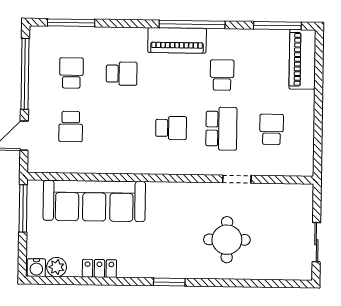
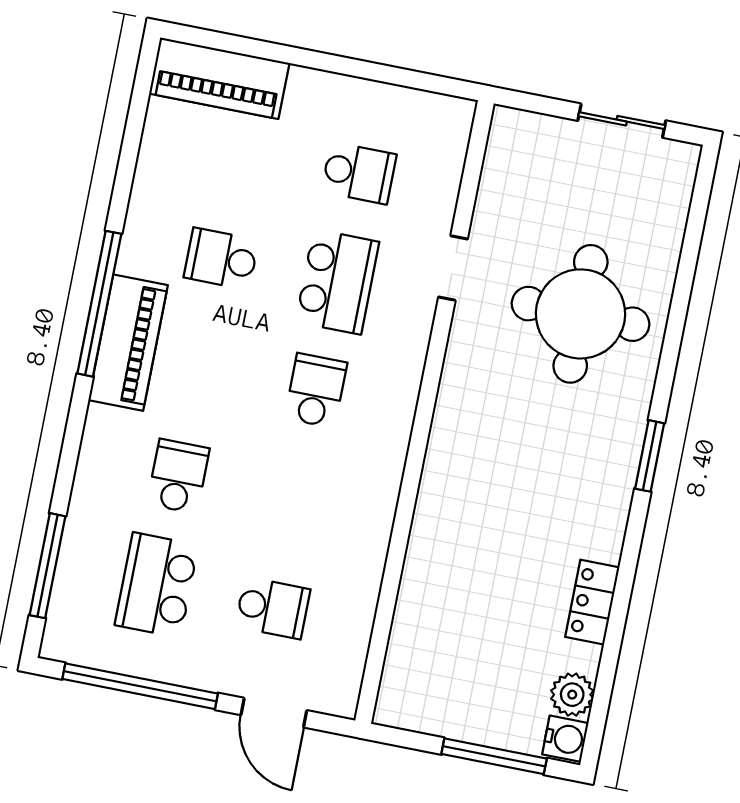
window: (277, 26) -> (136, 119), removed
school desk: (71, 73) -> (157, 585), width x1.85
school desk: (221, 129) -> (337, 282), turned 90
school desk: (272, 129) -> (359, 173), turned 180
sofa: (94, 201) -> (444, 586), removed
window: (23, 208) -> (494, 756), moved
round table: (227, 240) -> (581, 314), width x1.36, depth x1.36

